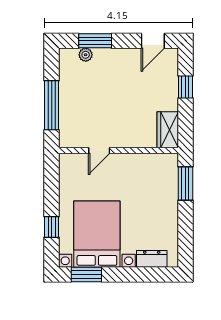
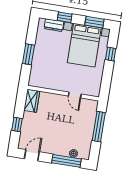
window: (95, 41) -> (66, 161), width x1.44
door: (99, 151) -> (75, 95), swing flipped
window: (185, 183) -> (29, 54), moved
window: (136, 275) -> (65, 17), added

